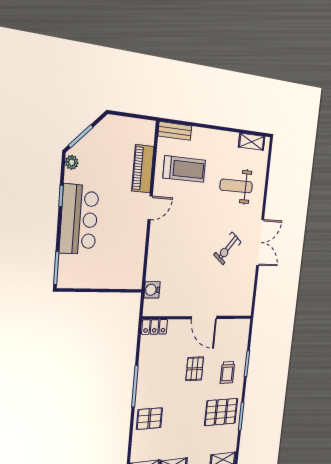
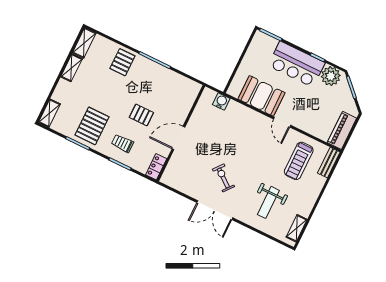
plant: (72, 162) -> (331, 76), width x1.87, depth x1.87
piano: (143, 169) -> (342, 130), moved, turned -90
weight bench: (236, 186) -> (268, 202), turned 180
booth: (130, 246) -> (261, 96), added
locker: (155, 327) -> (156, 167), moved

